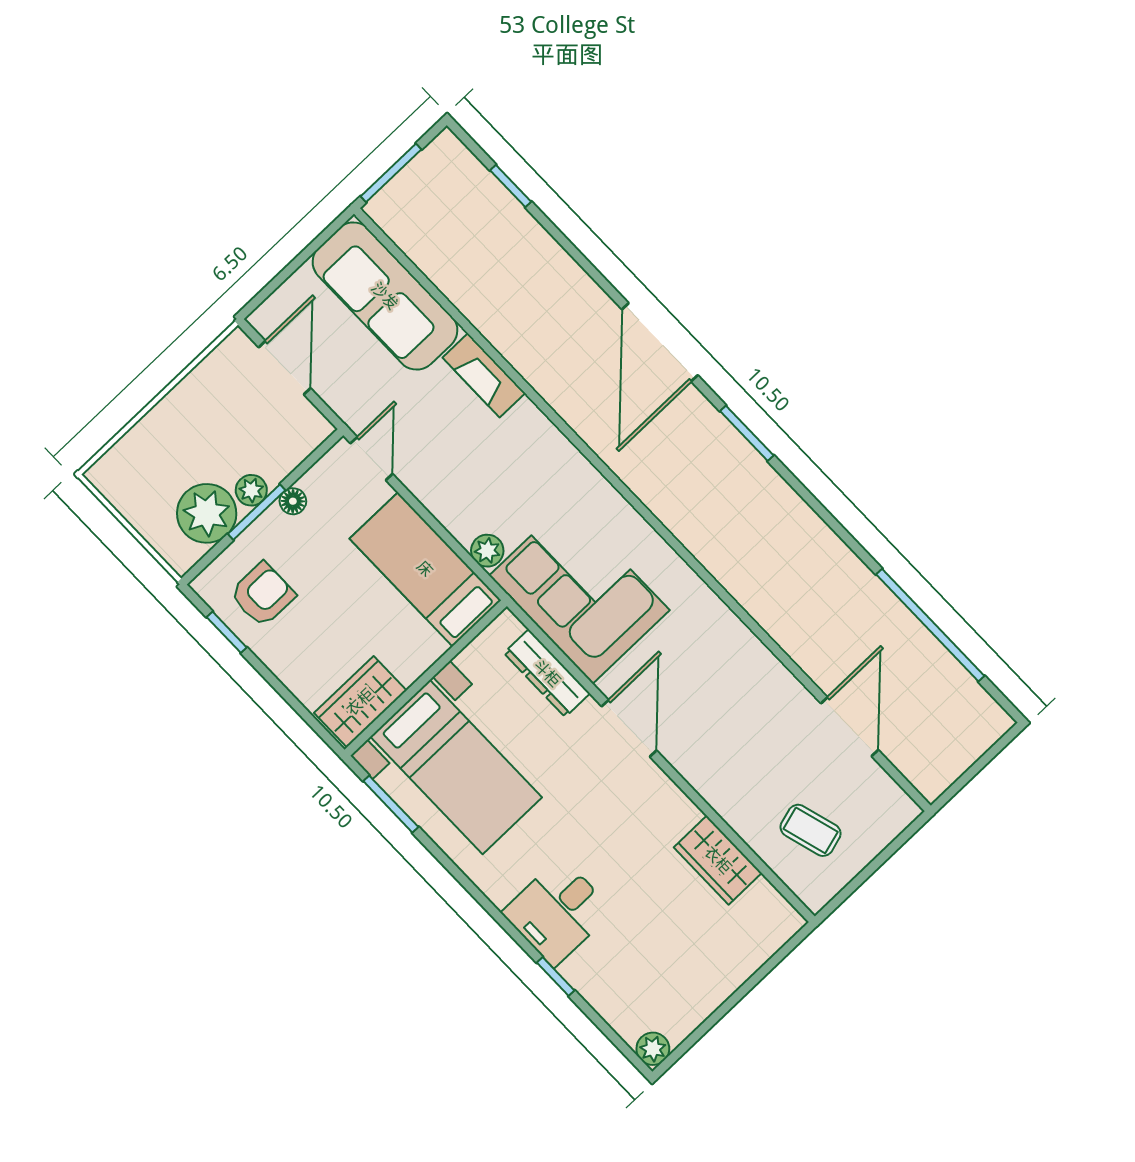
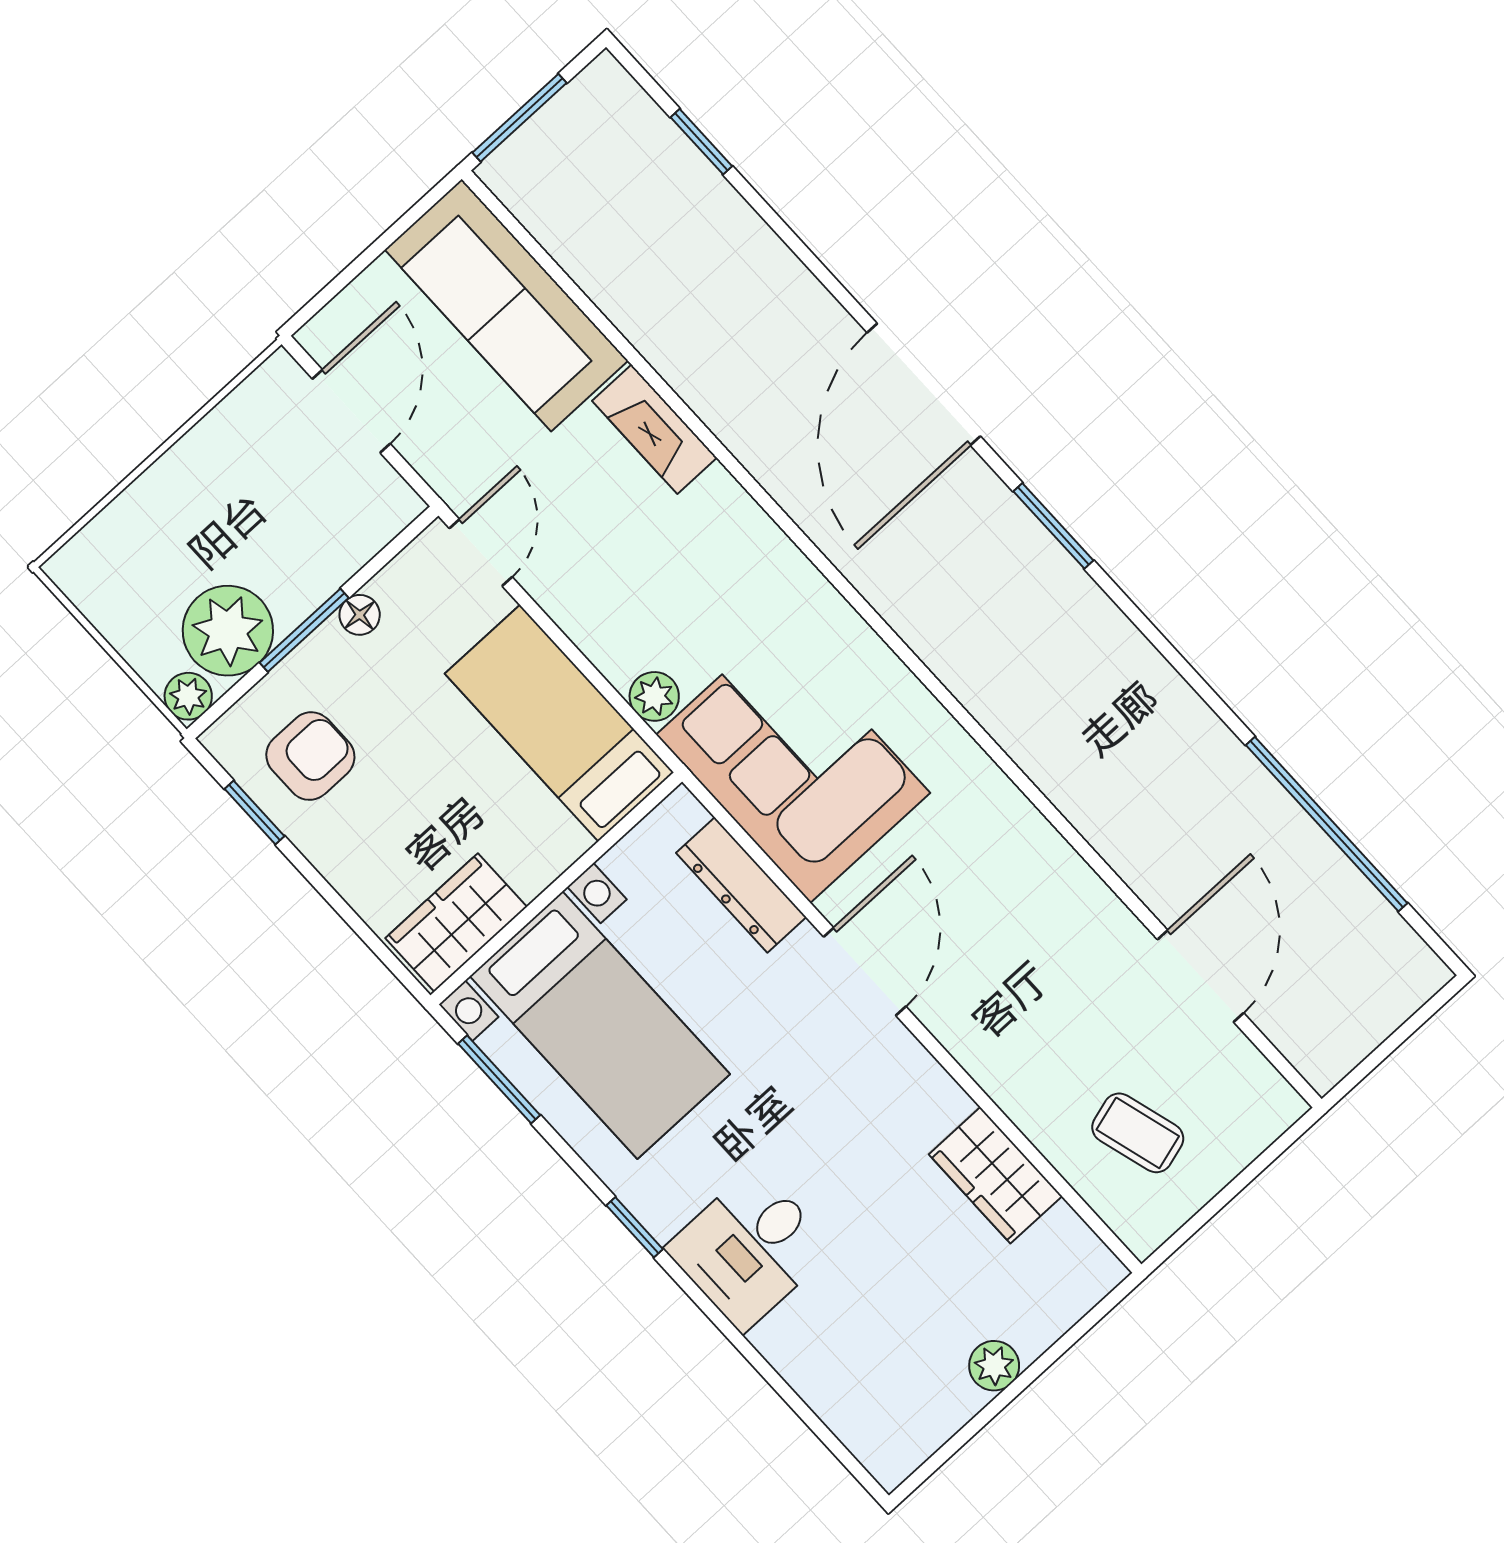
plant: (251, 490) -> (188, 696), moved
window: (556, 977) -> (635, 1227), moved
plant: (653, 1049) -> (994, 1366), moved

